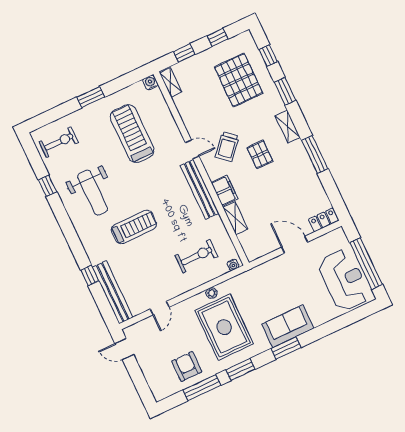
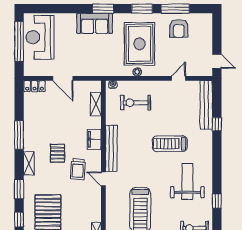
trolley: (227, 147) -> (78, 169), turned 143
shelving: (235, 218) -> (96, 104), moved

